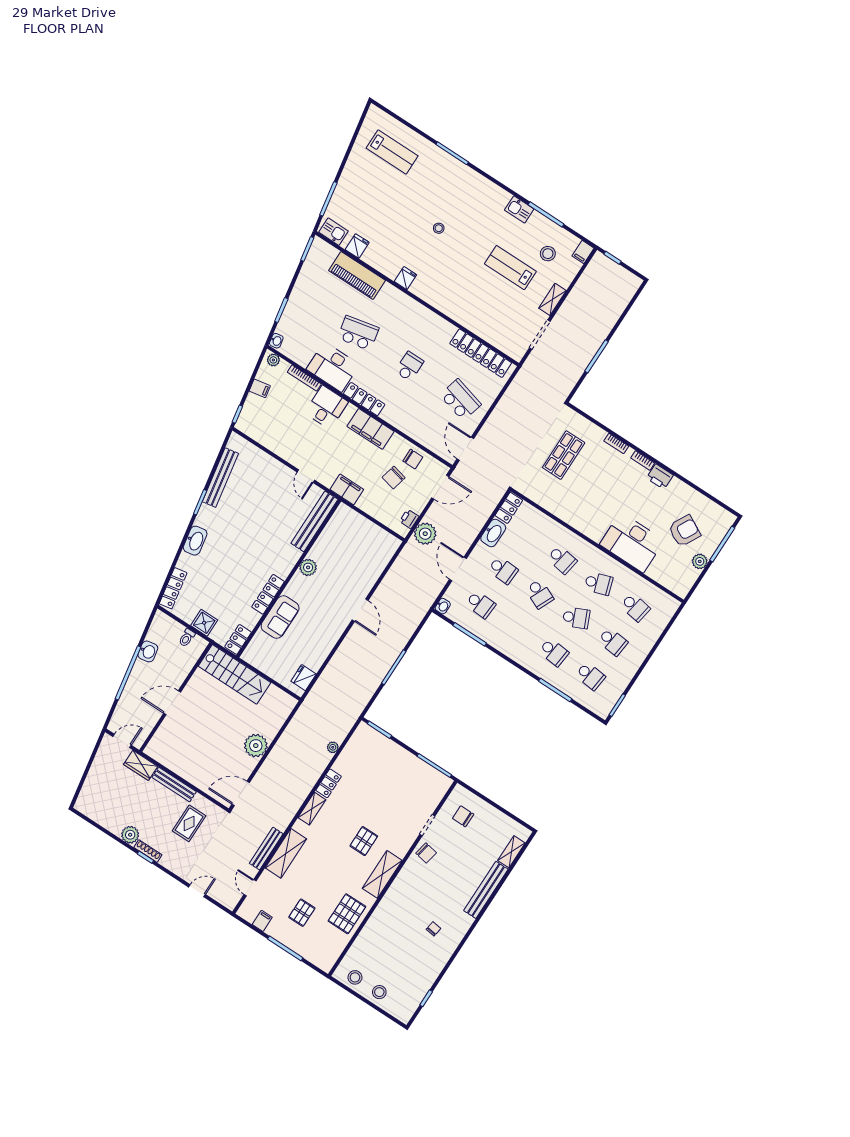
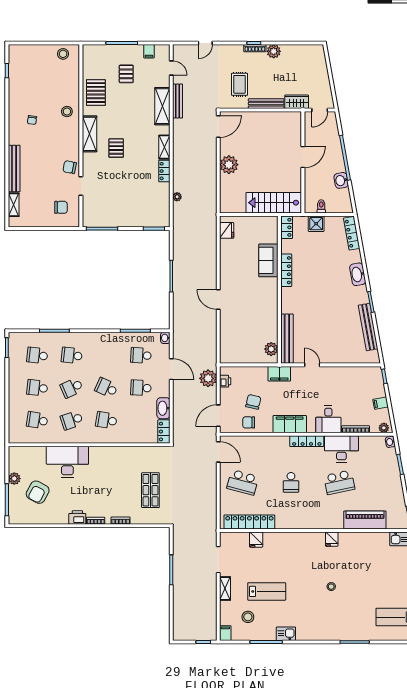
fridge: (357, 246) -> (256, 540), moved
plant: (308, 567) -> (271, 349), moved
stool: (379, 992) -> (67, 112), moved

